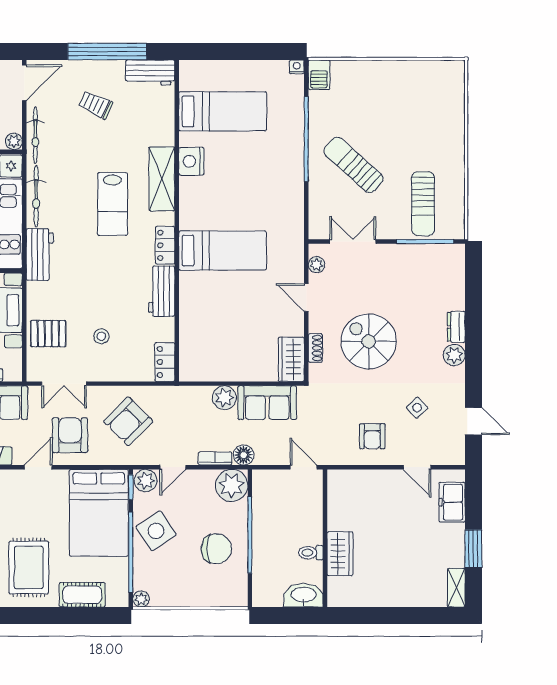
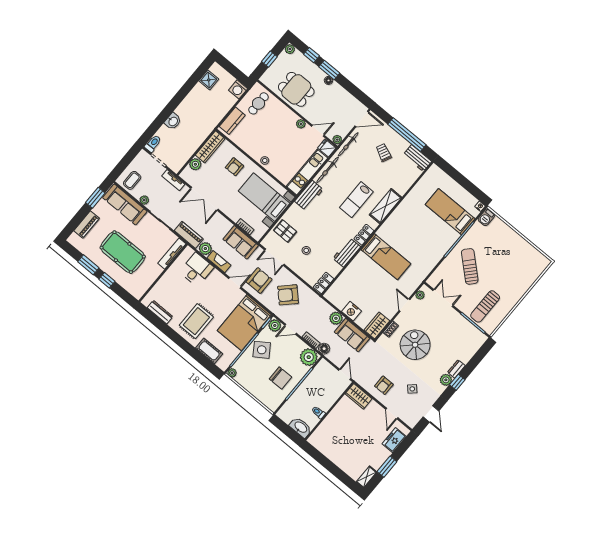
bed: (223, 111) -> (450, 212), moved, turned 180
nightstand: (191, 161) -> (352, 311), moved, turned -90
window: (473, 345) -> (457, 382), added
wardrobe: (340, 554) -> (359, 396), moved, turned 90

